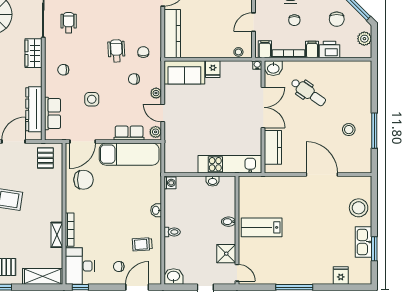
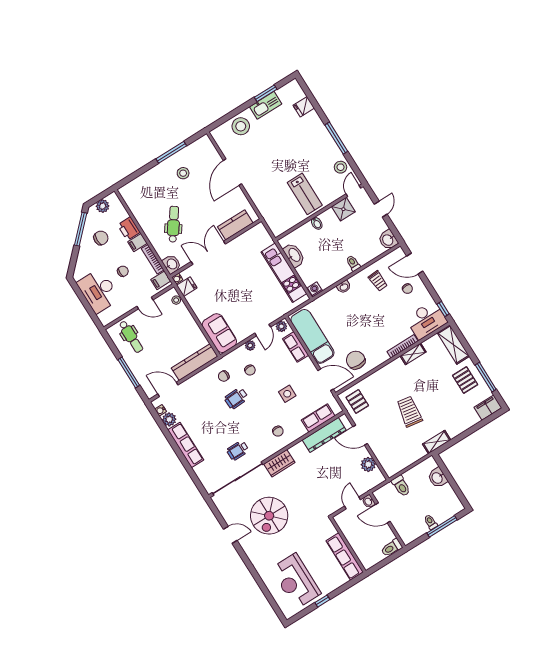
fridge: (213, 69) -> (187, 287), moved
pallet: (45, 158) -> (357, 401), turned 90
kitchen unit: (230, 164) -> (284, 273), moved
washbasin: (213, 181) -> (294, 255), width x1.91, depth x1.45
stool: (266, 275) -> (341, 167), added

